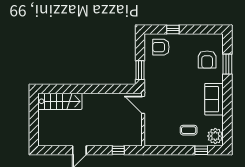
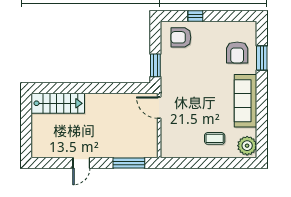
sofa: (214, 99) -> (246, 101), width x1.36
window: (118, 150) -> (129, 163), width x2.17
window: (201, 150) -> (230, 163), removed

